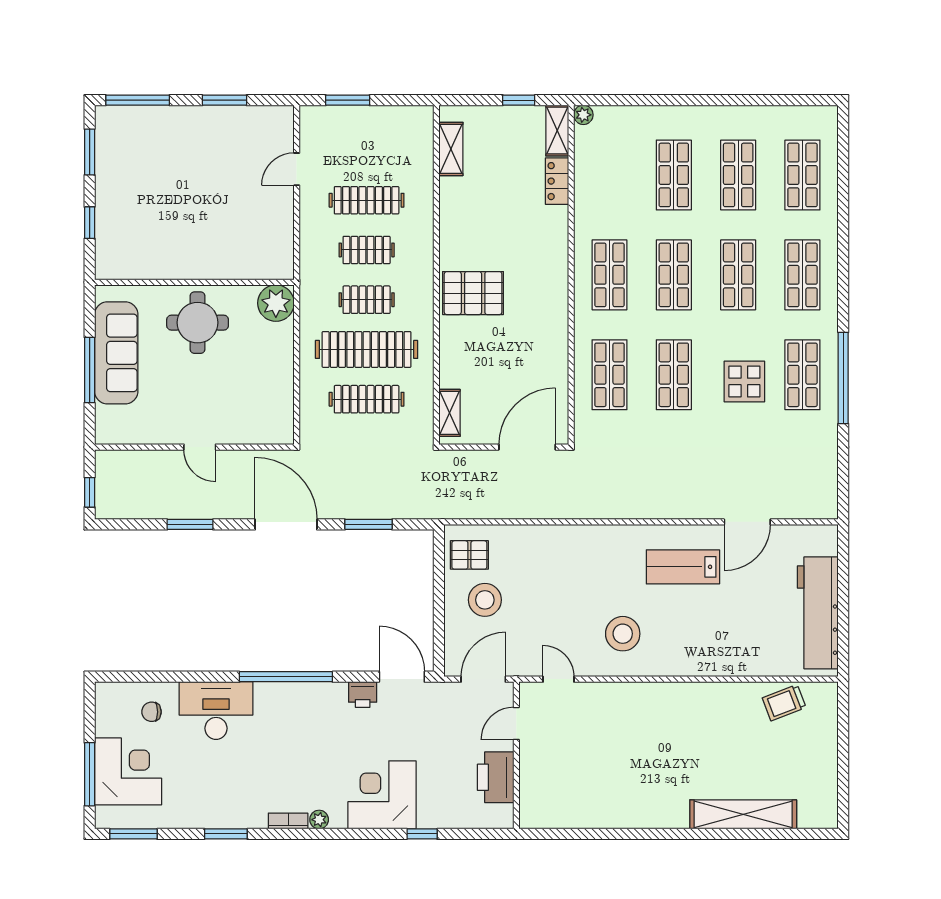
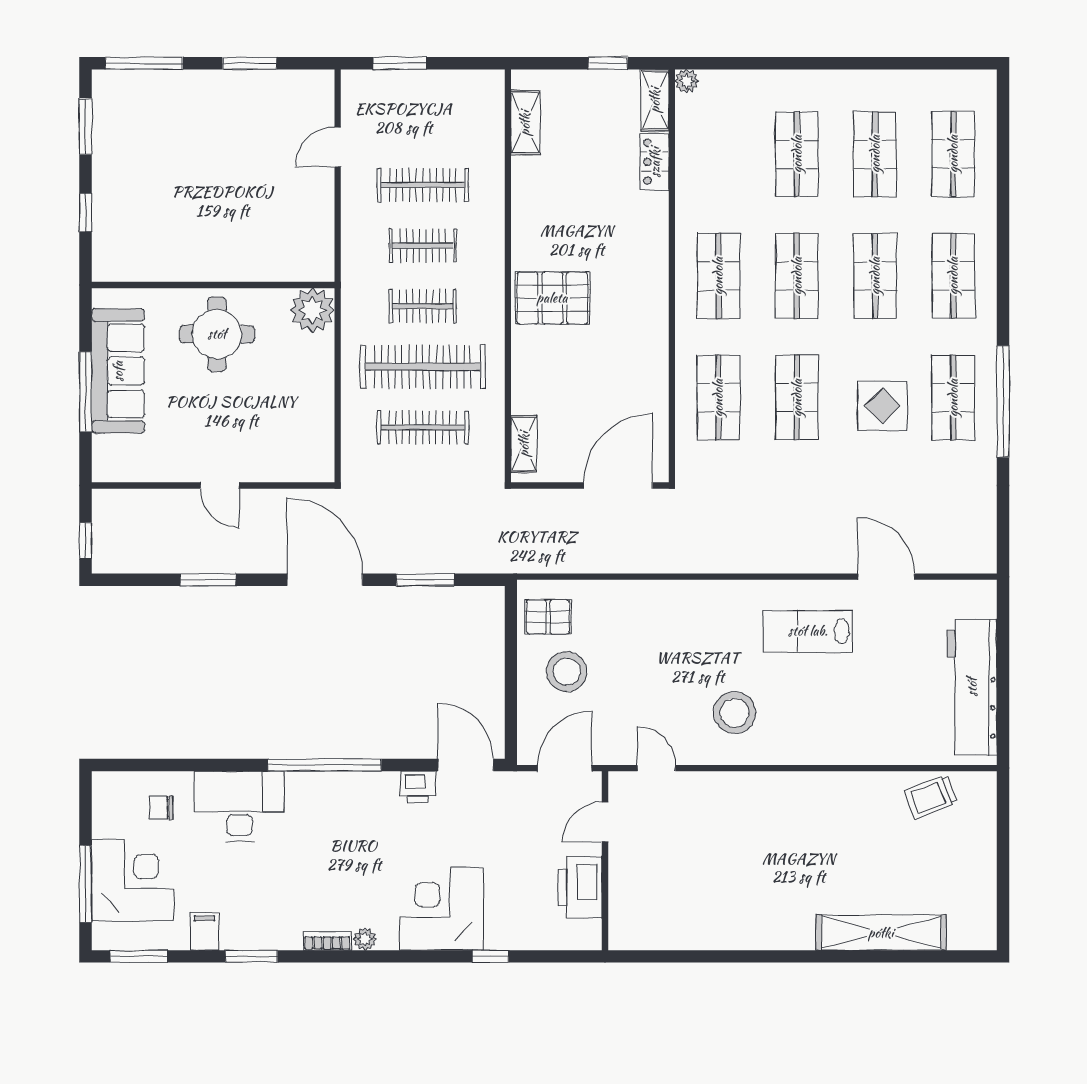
door: (747, 522) -> (886, 577), swing flipped
filing cabinet: (187, 813) -> (205, 931), added

